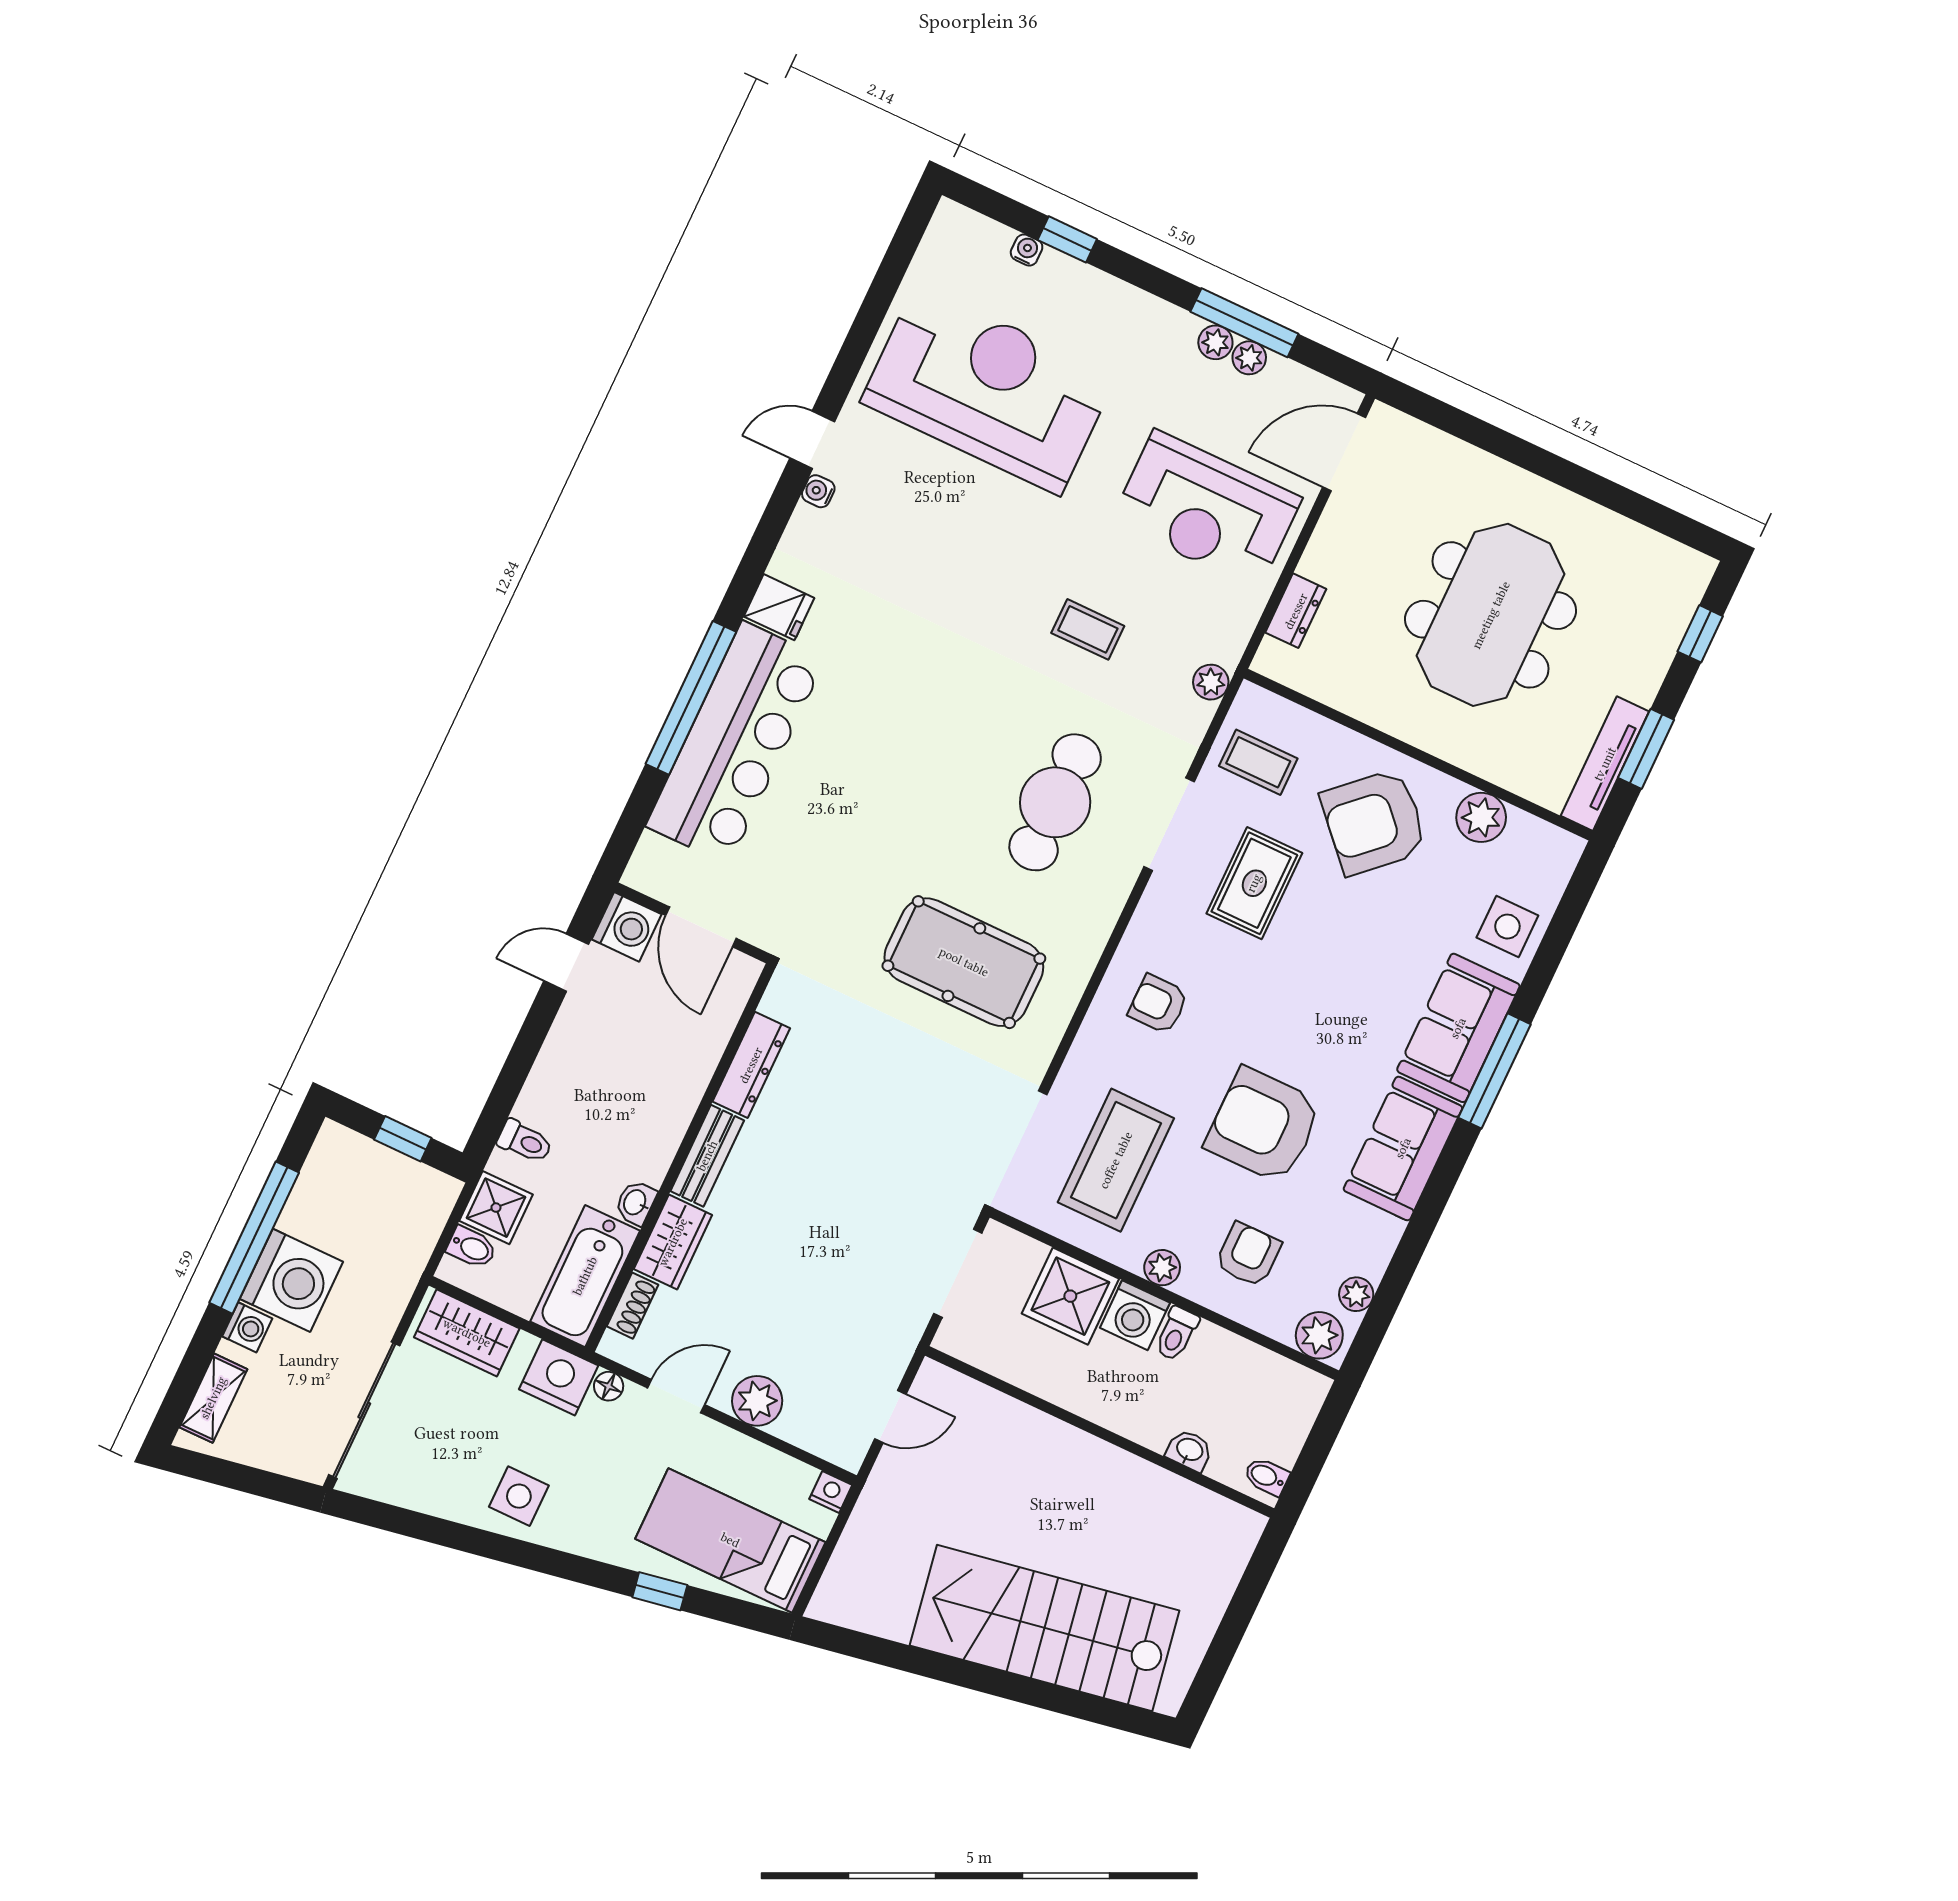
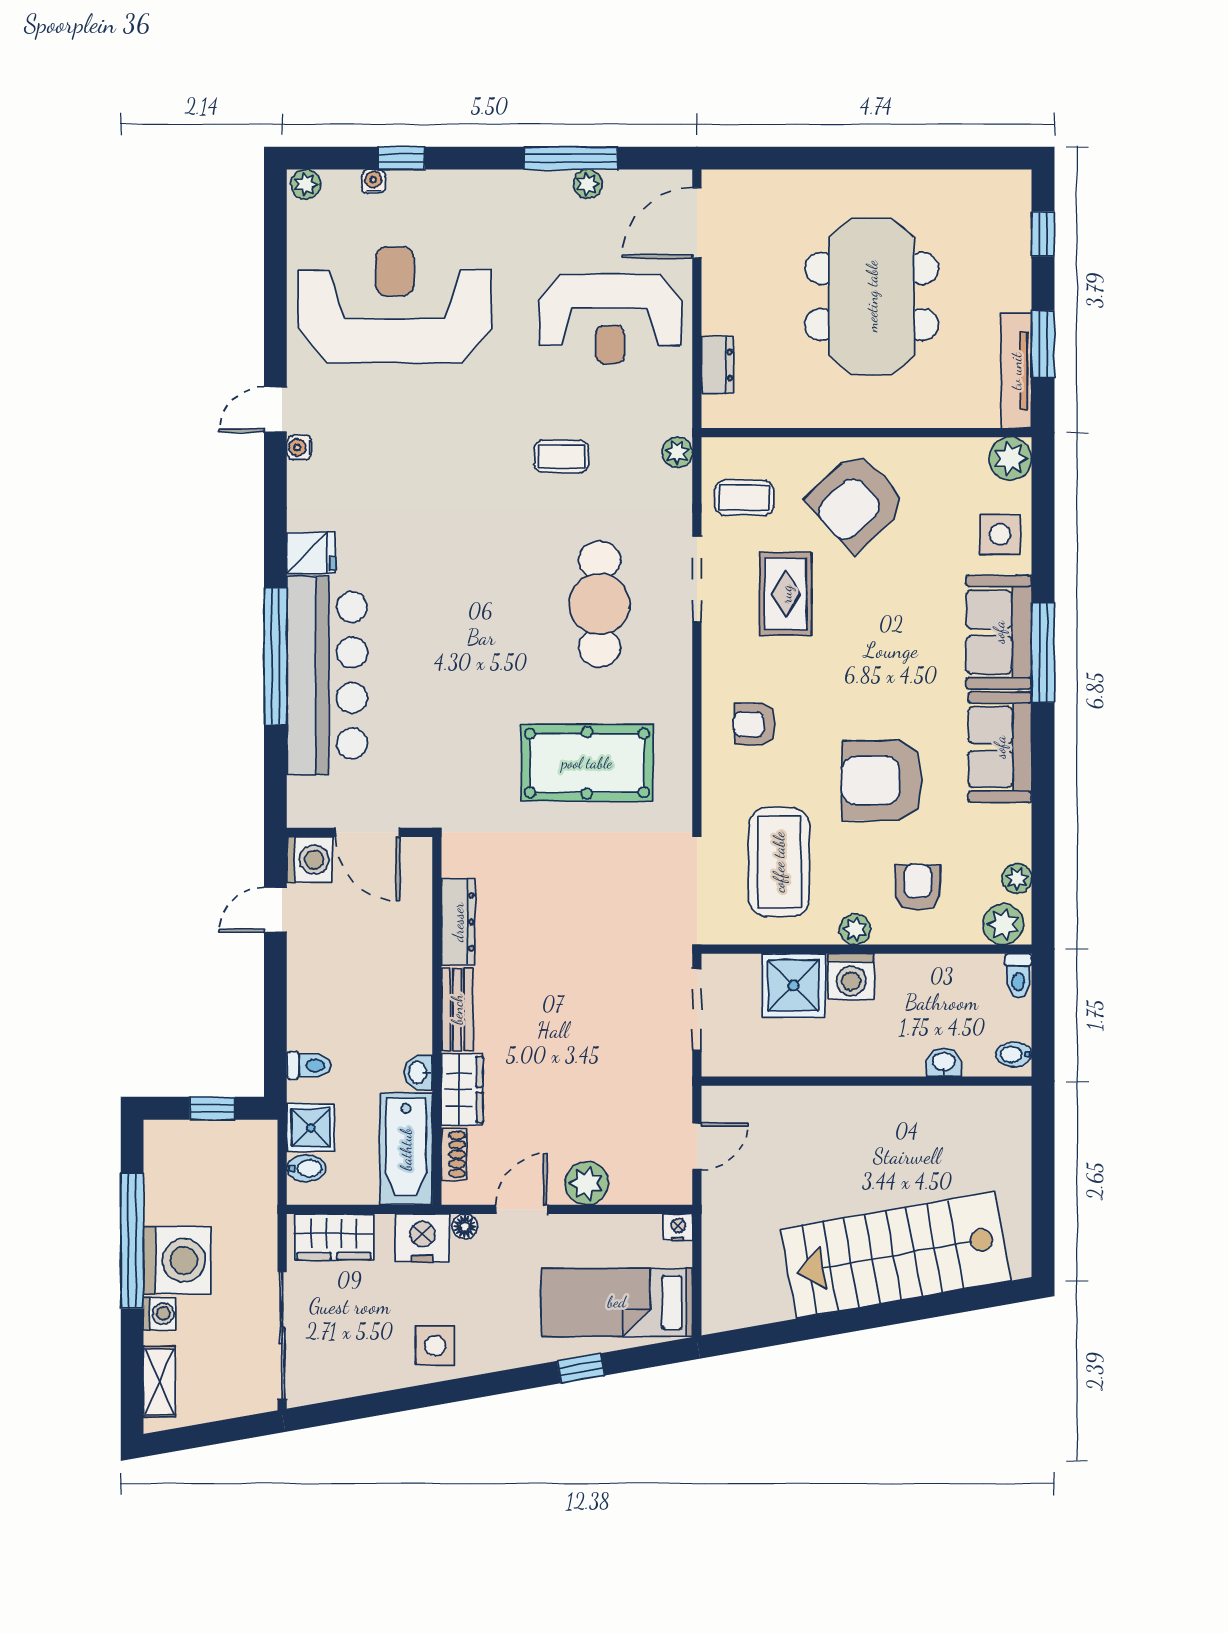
plant: (1215, 342) -> (306, 184), moved
plant: (1481, 817) -> (1010, 459), moved
toilet: (1176, 1334) -> (1018, 976), moved

